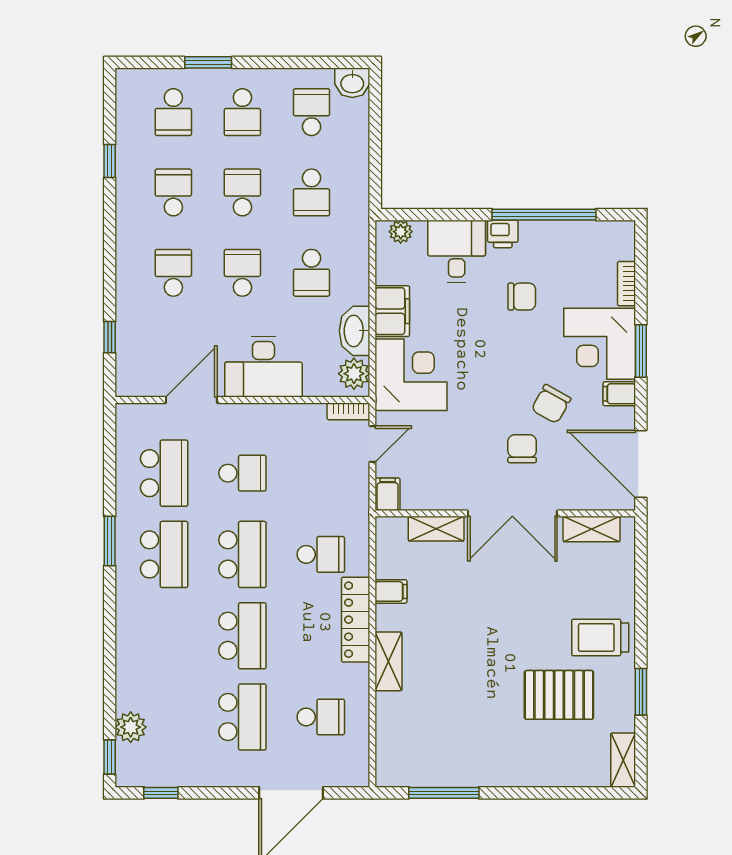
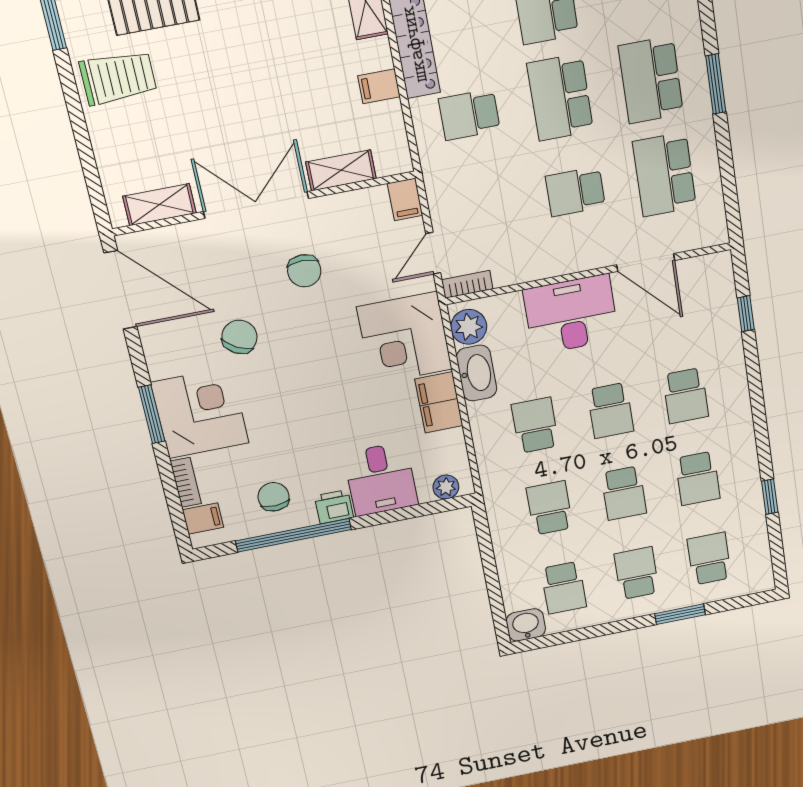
chair: (522, 297) -> (274, 497), moved, turned 88
filing cabinet: (619, 394) -> (203, 519), moved
door: (191, 400) -> (646, 263), hinge flipped
chair: (522, 449) -> (304, 271), moved

